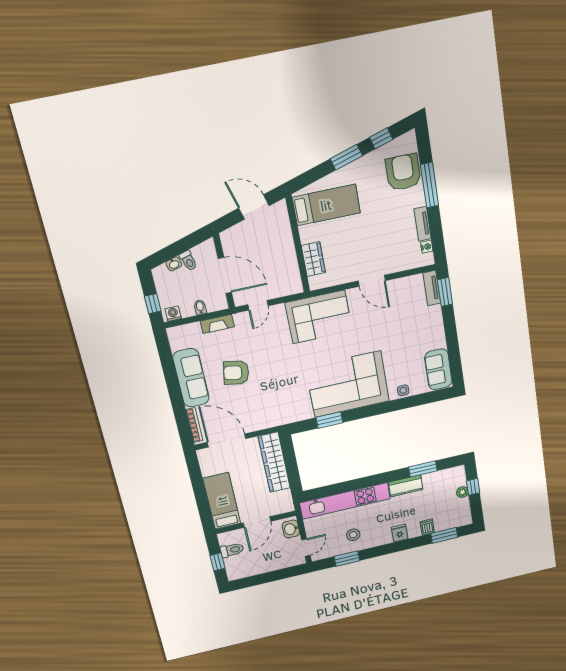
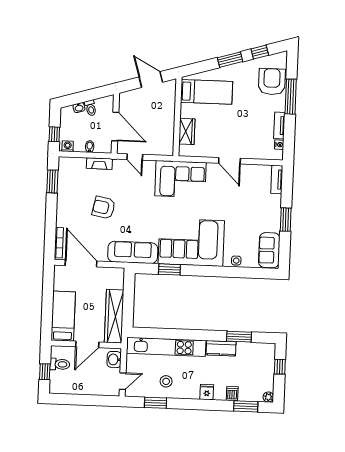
window: (445, 292) -> (286, 220), moved
door: (258, 305) -> (135, 157), hinge flipped
window: (167, 359) -> (52, 181), added
sofa: (191, 378) -> (133, 252), moved, turned -90
wardrobe: (274, 462) -> (114, 316), moved
plant: (462, 492) -> (268, 397), moved

